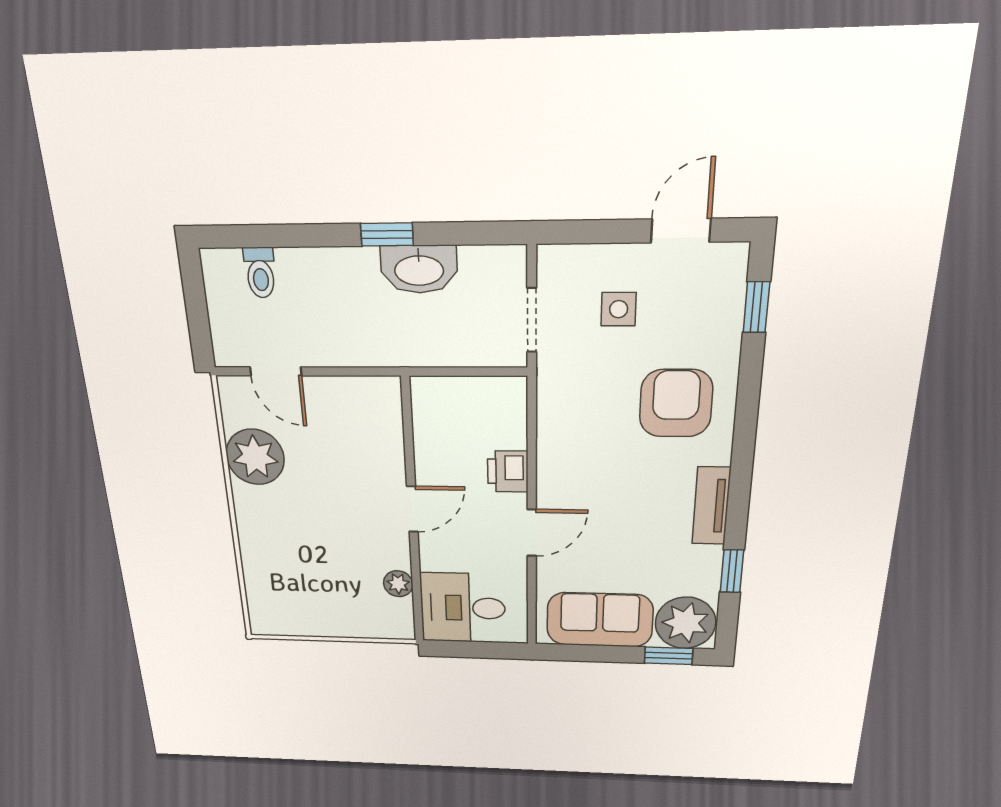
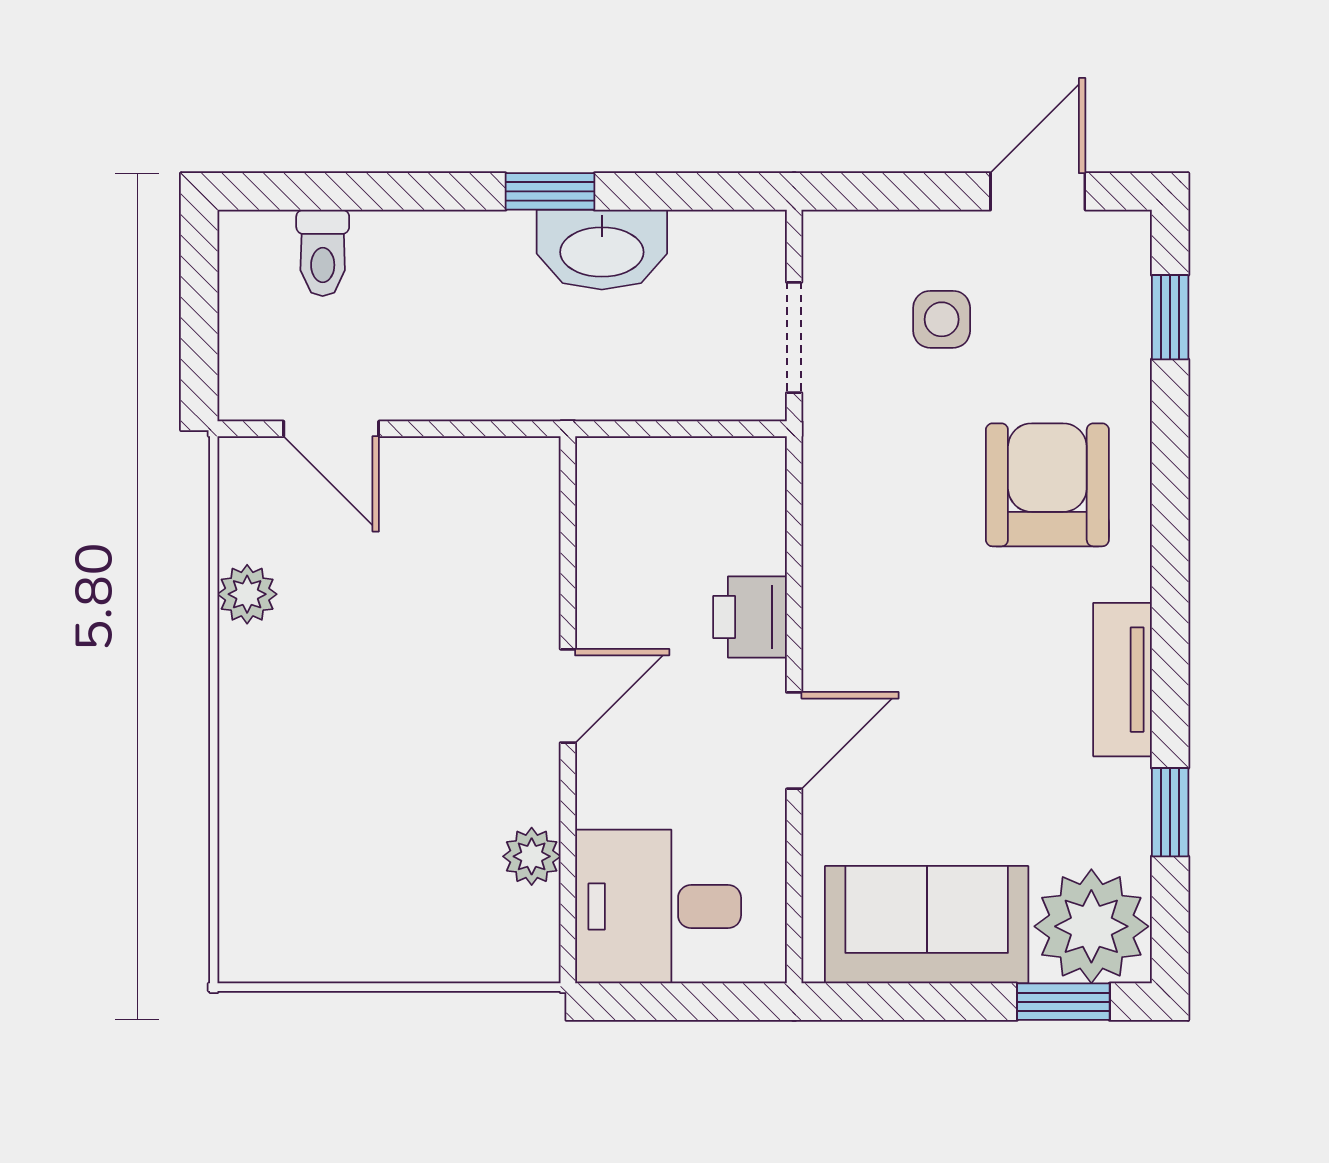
plant: (255, 457) -> (247, 594), width x0.53, depth x0.53

